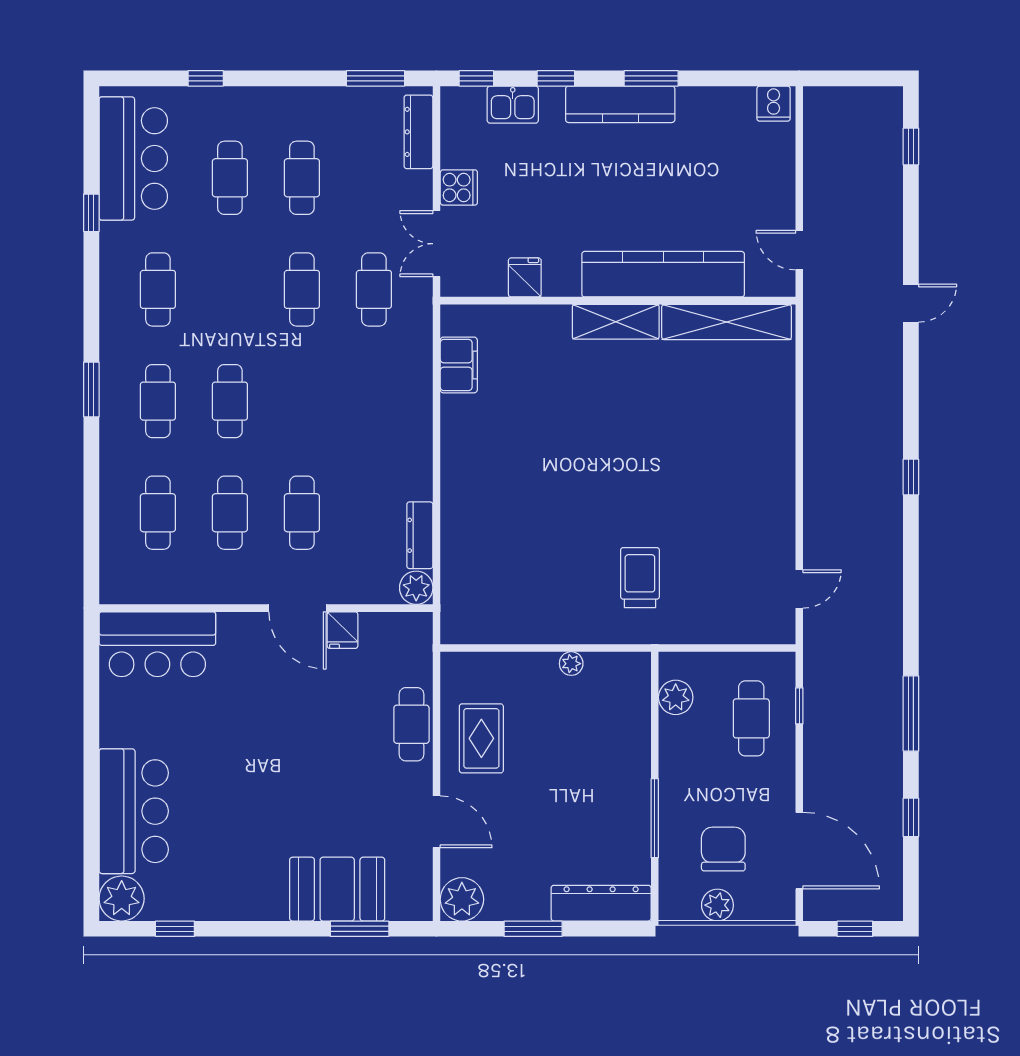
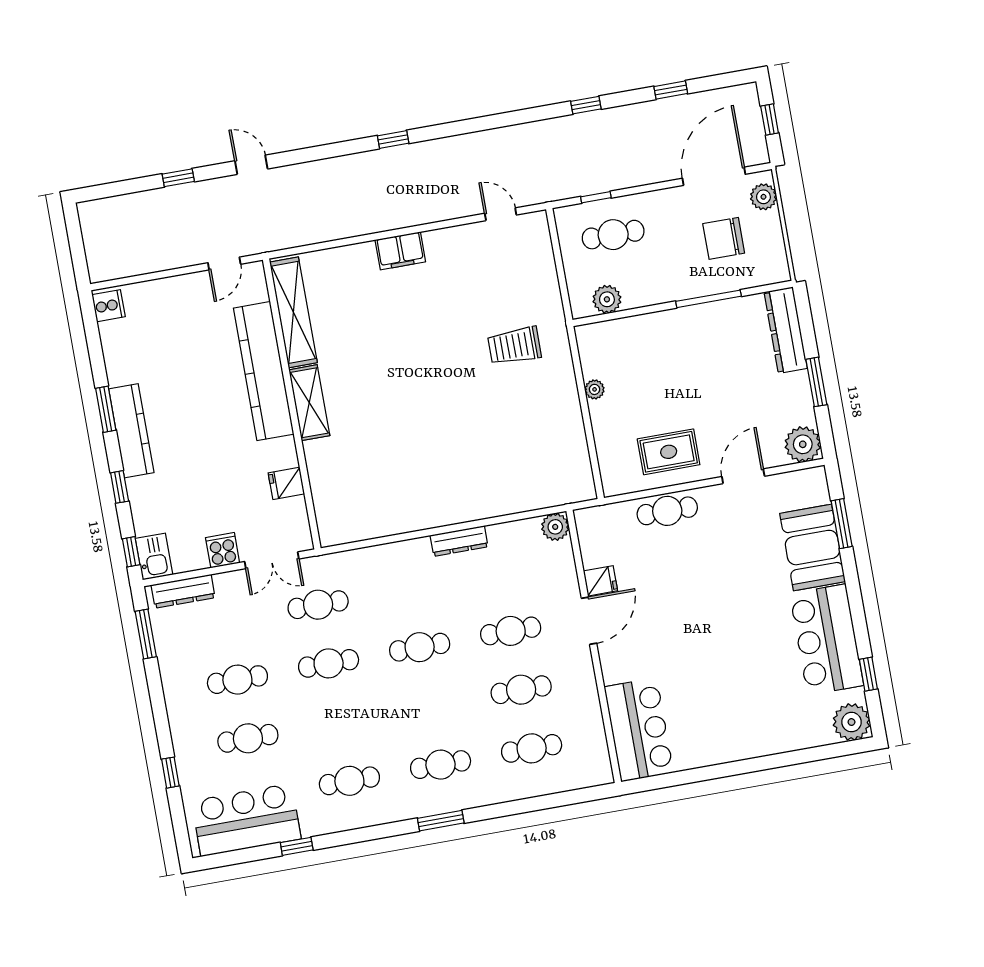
kitchen sink: (513, 105) -> (154, 557), moved
window: (911, 147) -> (178, 178), moved
filing cabinet: (459, 365) -> (400, 251), moved, turned 180
cafe table: (230, 401) -> (420, 647), moved
dresser: (420, 535) -> (459, 541), moved
window: (911, 713) -> (586, 105), width x0.46
bar counter: (134, 811) -> (827, 640), moved, turned -90
plant: (717, 905) -> (763, 197), moved

